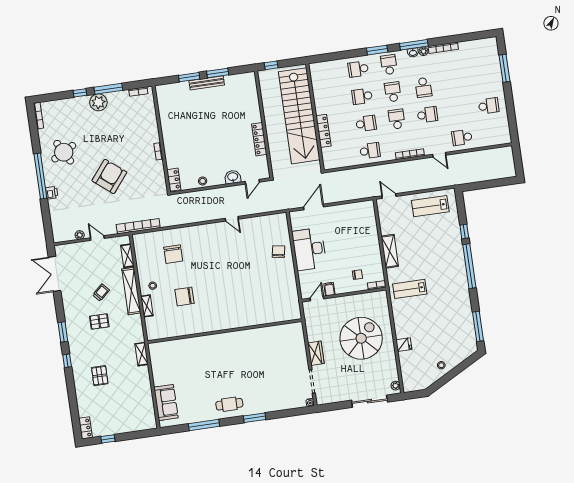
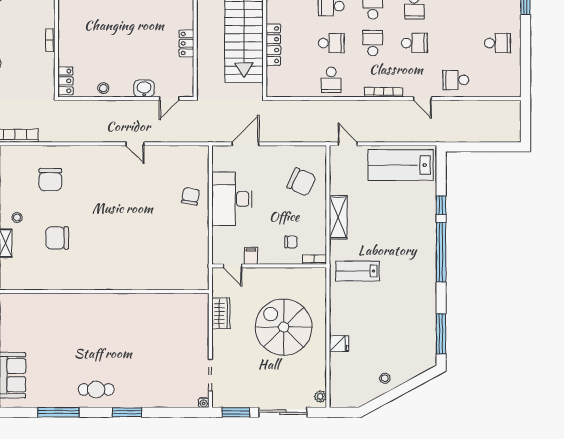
locker: (259, 139) -> (186, 43), width x0.66
school desk: (370, 151) -> (331, 80), turned 90
lab bench: (430, 206) -> (401, 165), width x1.36, depth x1.39
chair: (359, 229) -> (301, 182), added
door: (317, 299) -> (232, 266), swing flipped
spiral stairs: (361, 338) -> (284, 327), turned -90
wardrobe: (316, 353) -> (221, 313), moved
window: (335, 406) -> (236, 412), added

